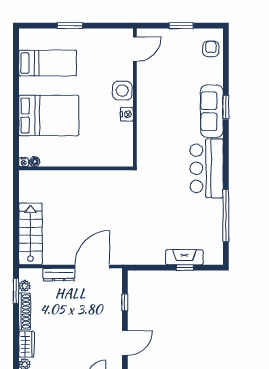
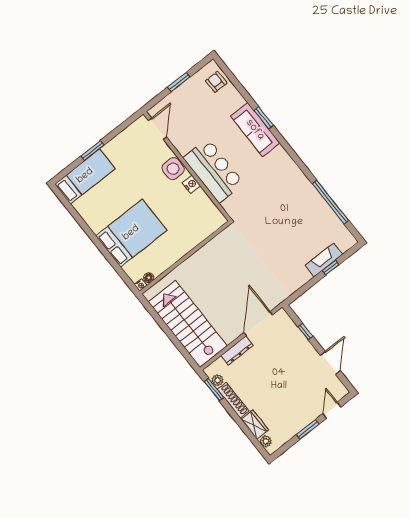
bed: (48, 63) -> (85, 176), moved
bar counter: (207, 168) -> (214, 170), moved, turned 180
stairs: (30, 234) -> (188, 324), width x1.36, depth x1.51

